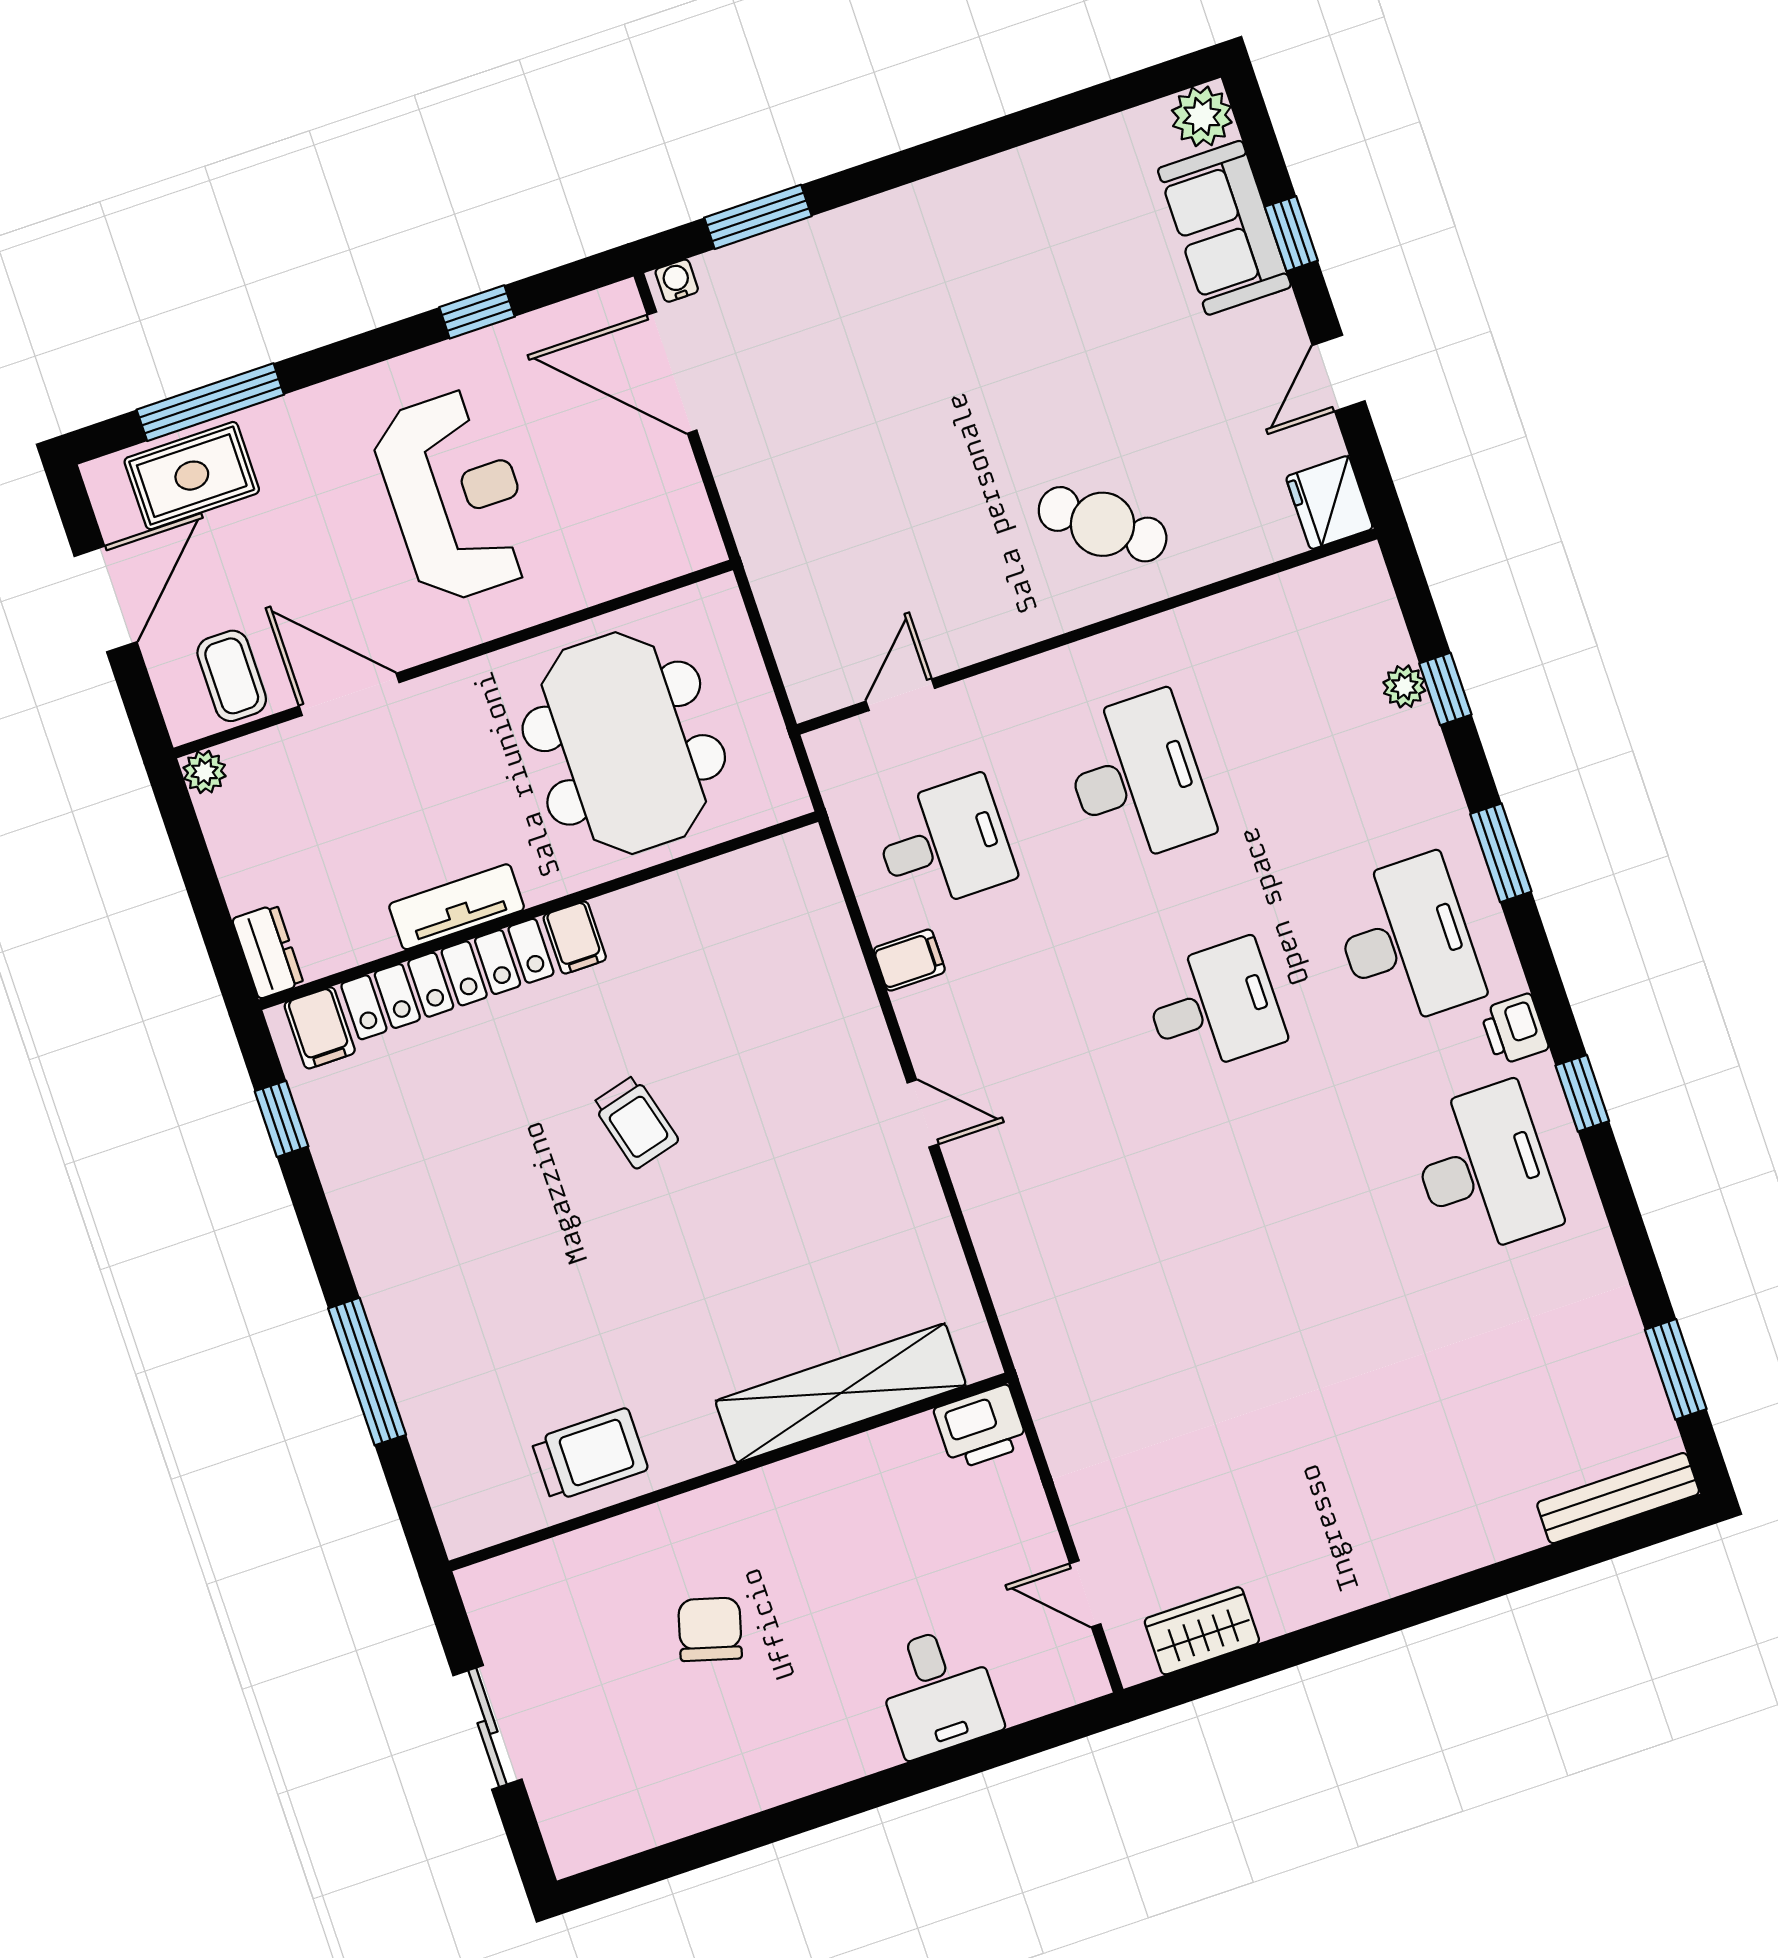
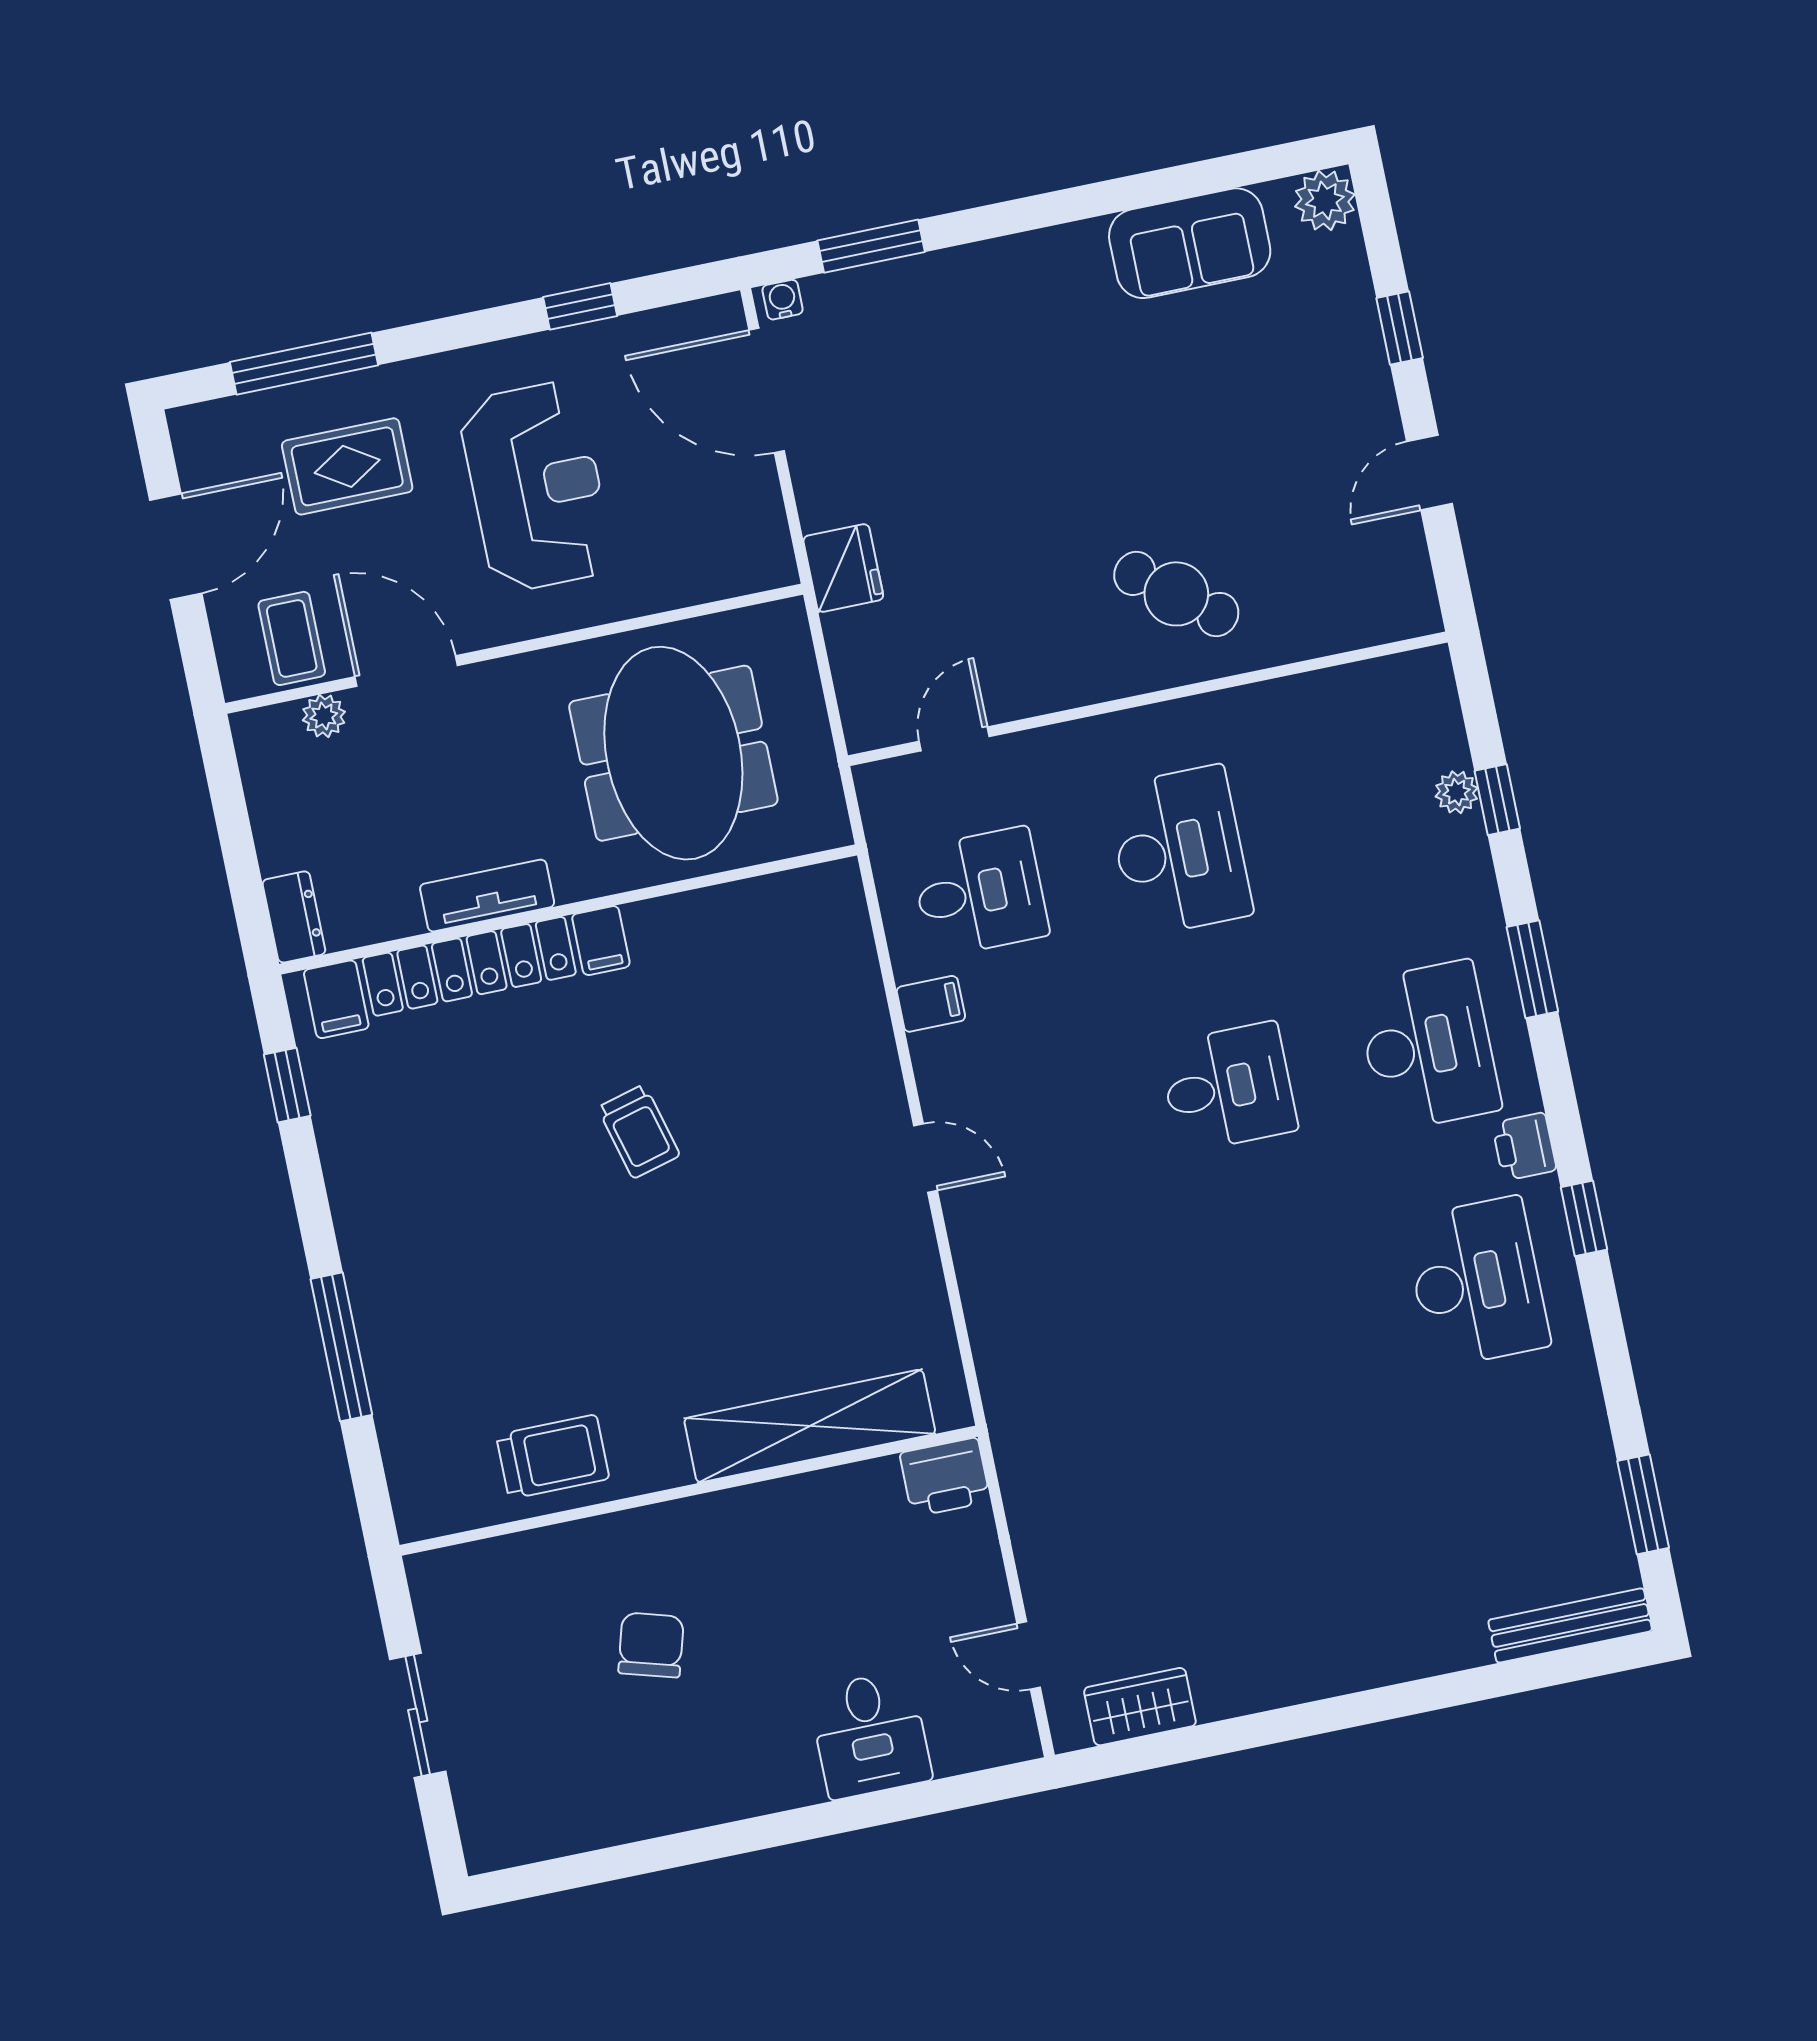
sofa: (1224, 228) -> (1190, 243), moved, turned -90
rug: (192, 476) -> (347, 466), moved
fridge: (1329, 503) -> (843, 568), moved, turned 180
plant: (205, 772) -> (324, 716), moved

